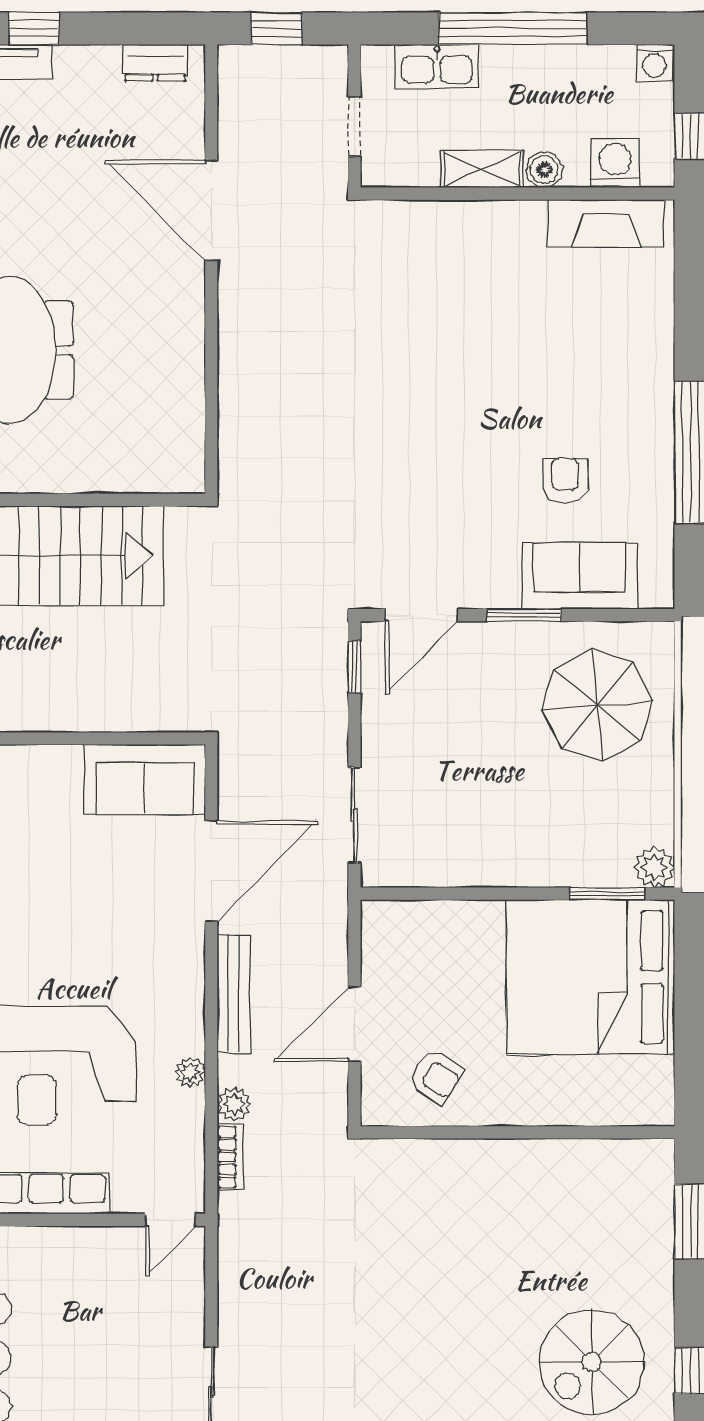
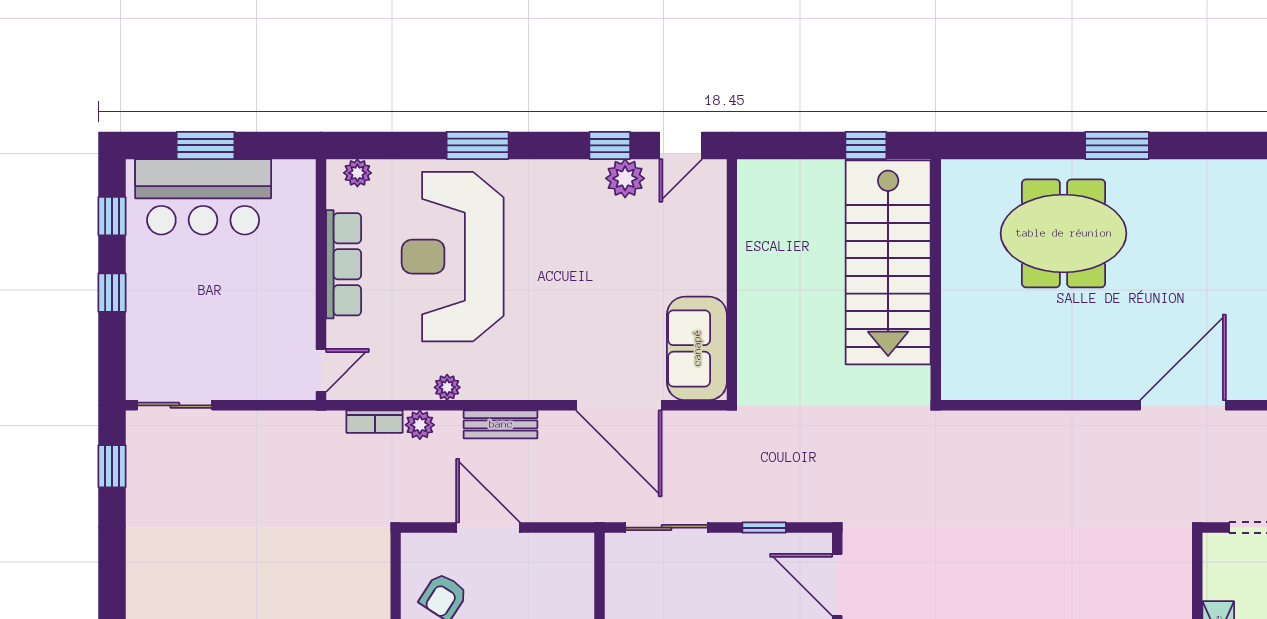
window: (354, 667) -> (764, 528), moved
bench: (234, 994) -> (501, 424), width x0.73
door: (170, 1220) -> (321, 370), swing flipped

